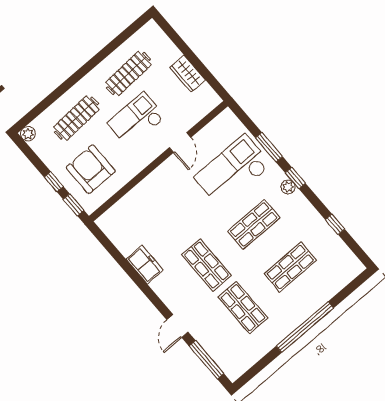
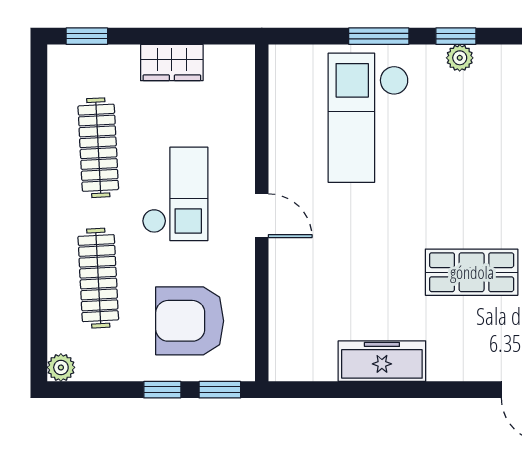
window: (169, 31) -> (87, 36), added
checkout: (136, 120) -> (175, 194), turned 180
door: (180, 143) -> (262, 216), moved
shop shelf: (254, 224) -> (472, 154), removed
freezer: (145, 265) -> (382, 361), width x1.40

